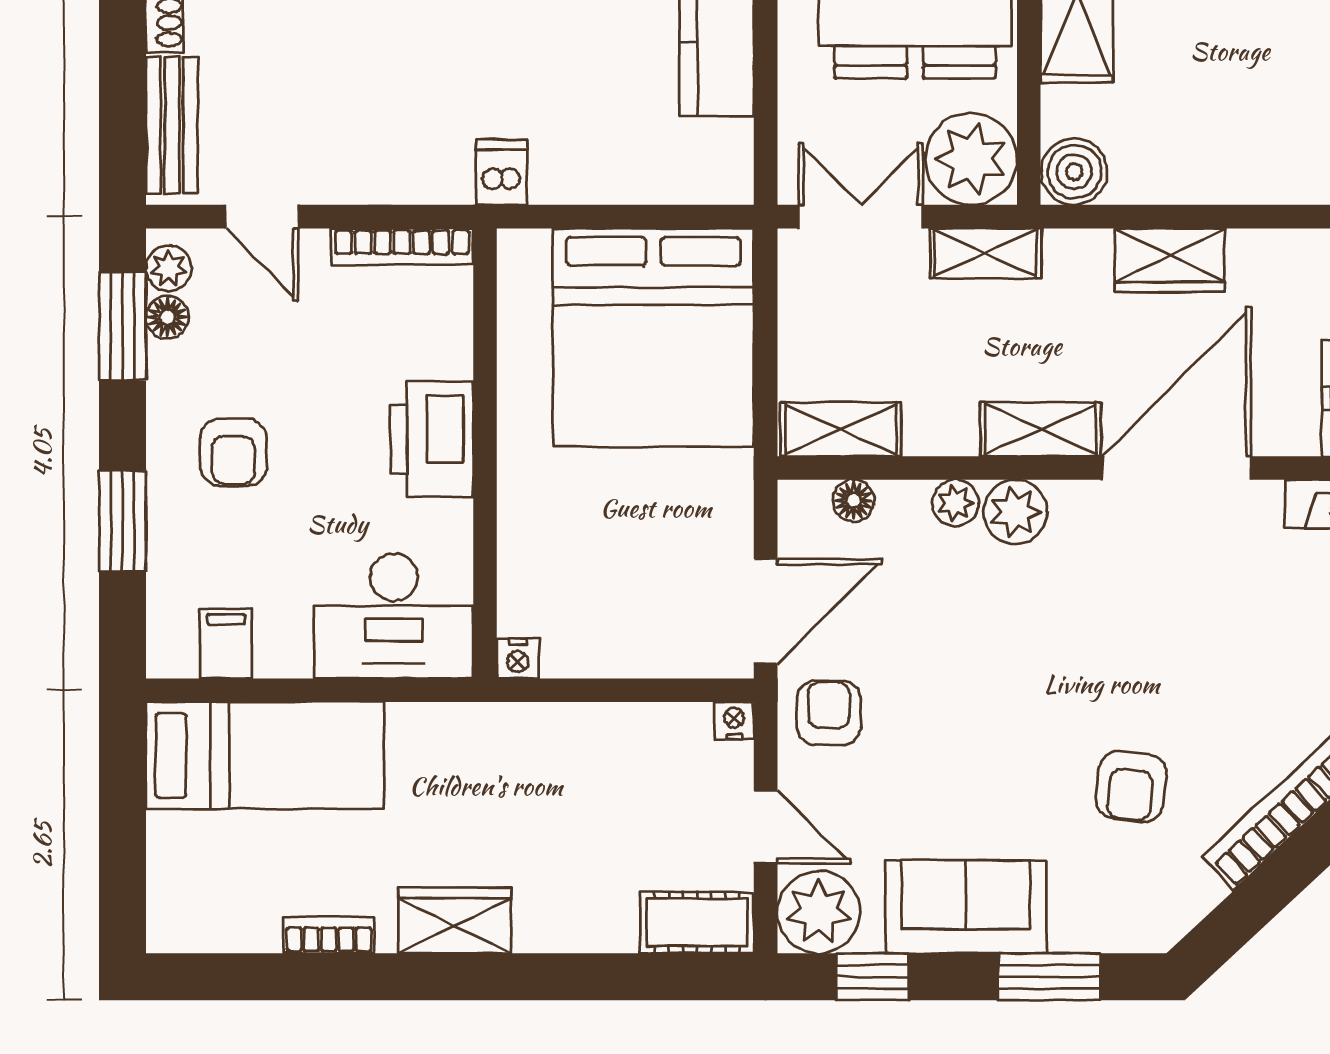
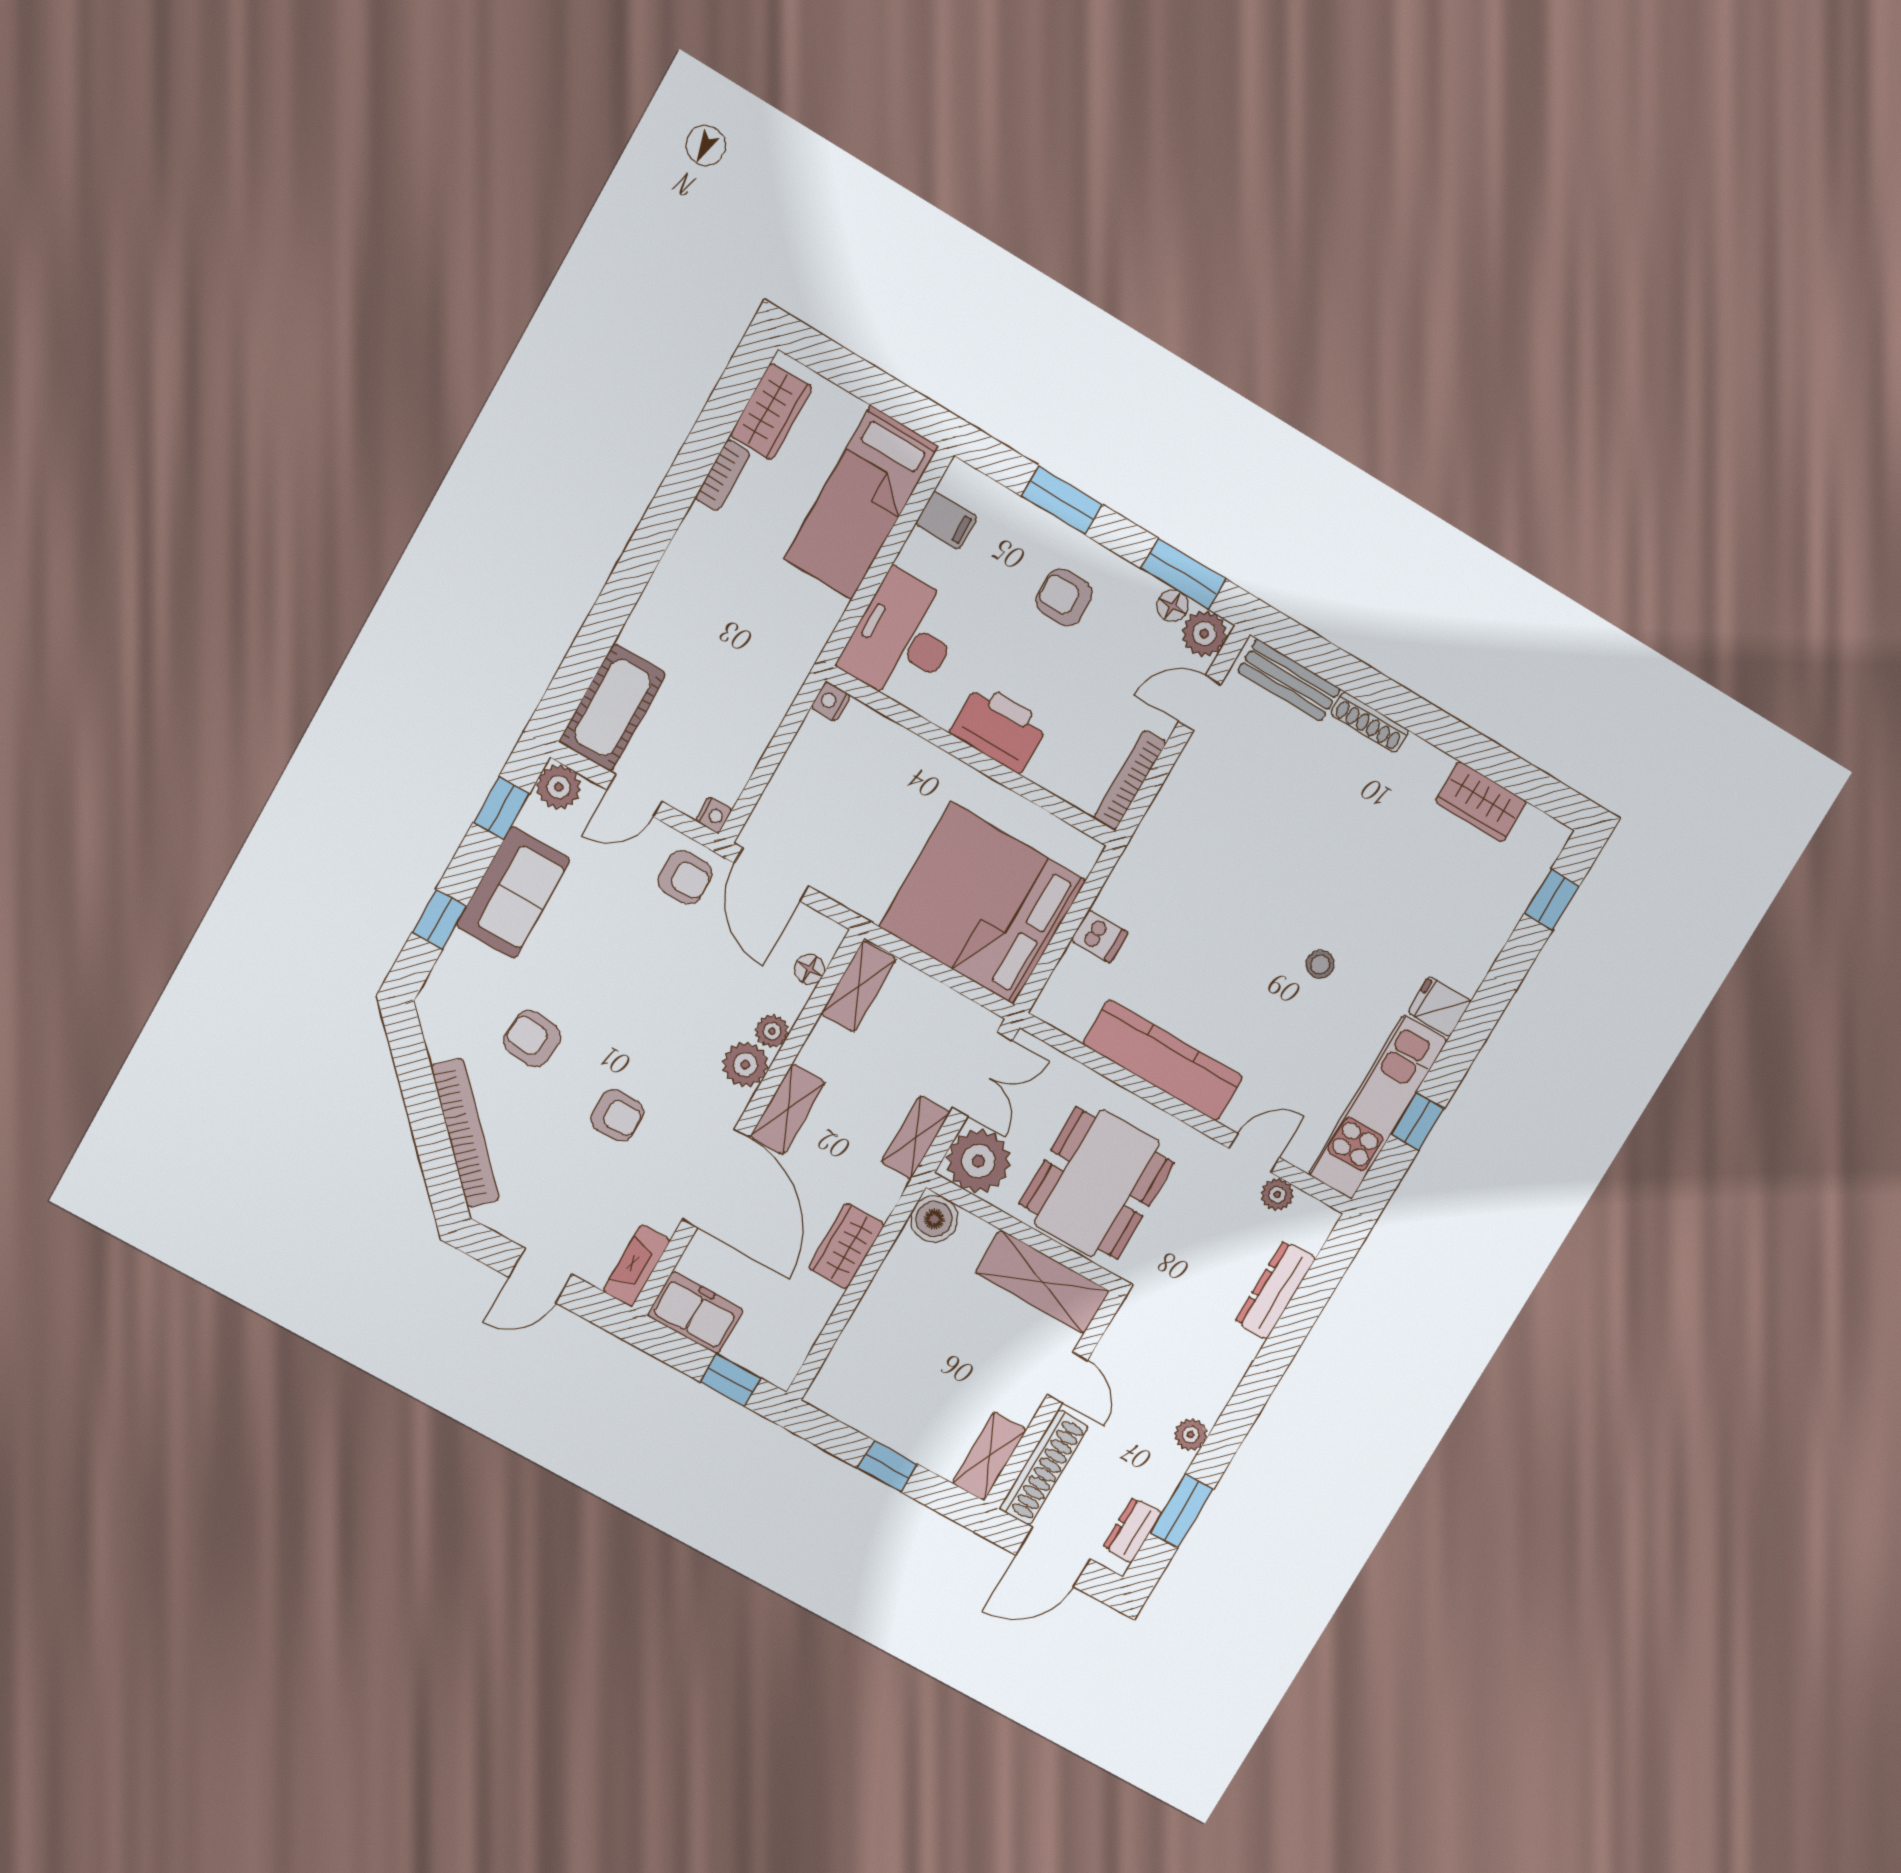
dishwasher: (502, 172) -> (1099, 936), moved
plant: (169, 268) -> (1204, 634), width x1.38, depth x1.38
armchair: (1167, 632) -> (617, 1115), added
plant: (819, 912) -> (559, 787), width x0.73, depth x0.73
wardrobe: (455, 920) -> (771, 411), moved
cot: (697, 922) -> (613, 708), width x1.37, depth x1.34
window: (1049, 977) -> (439, 919), width x0.67

